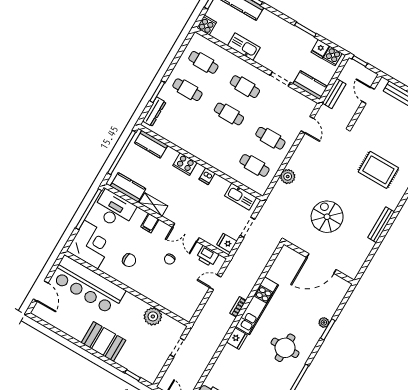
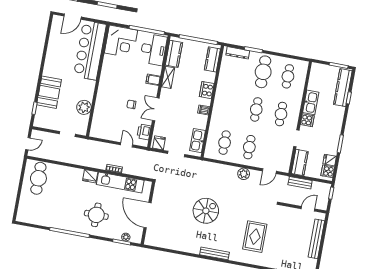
cooker: (207, 25) -> (307, 120), moved
cafe table: (187, 90) -> (263, 72), width x1.37, depth x1.35
plant: (288, 177) -> (244, 174), moved
chair: (129, 260) -> (120, 74), removed
wall: (319, 262) -> (148, 213), moved
door: (321, 264) -> (148, 215), moved
booth: (103, 342) -> (49, 92), moved

